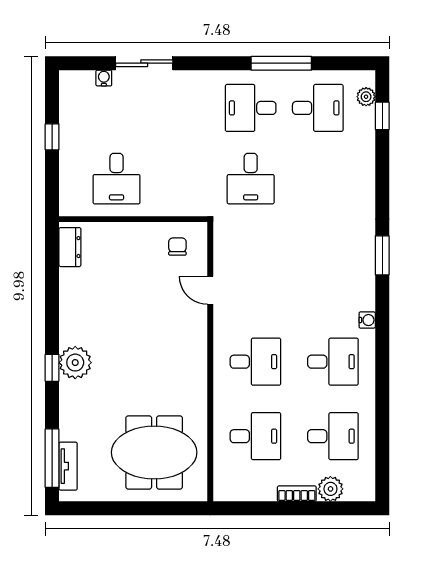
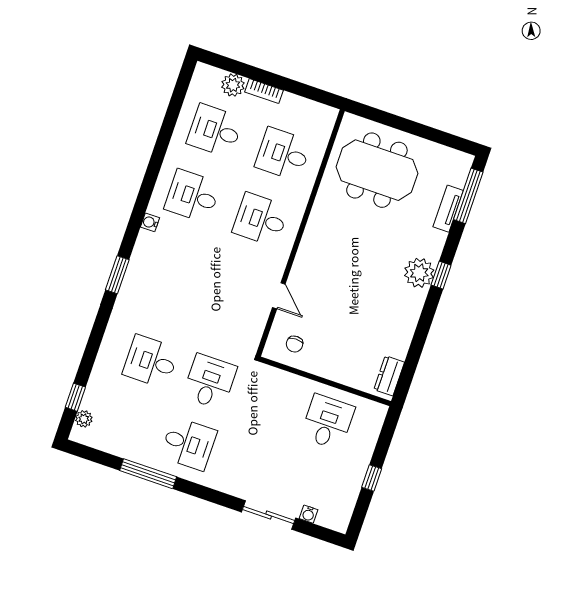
desk: (318, 108) -> (151, 361), moved
tv unit: (68, 466) -> (448, 209), moved

